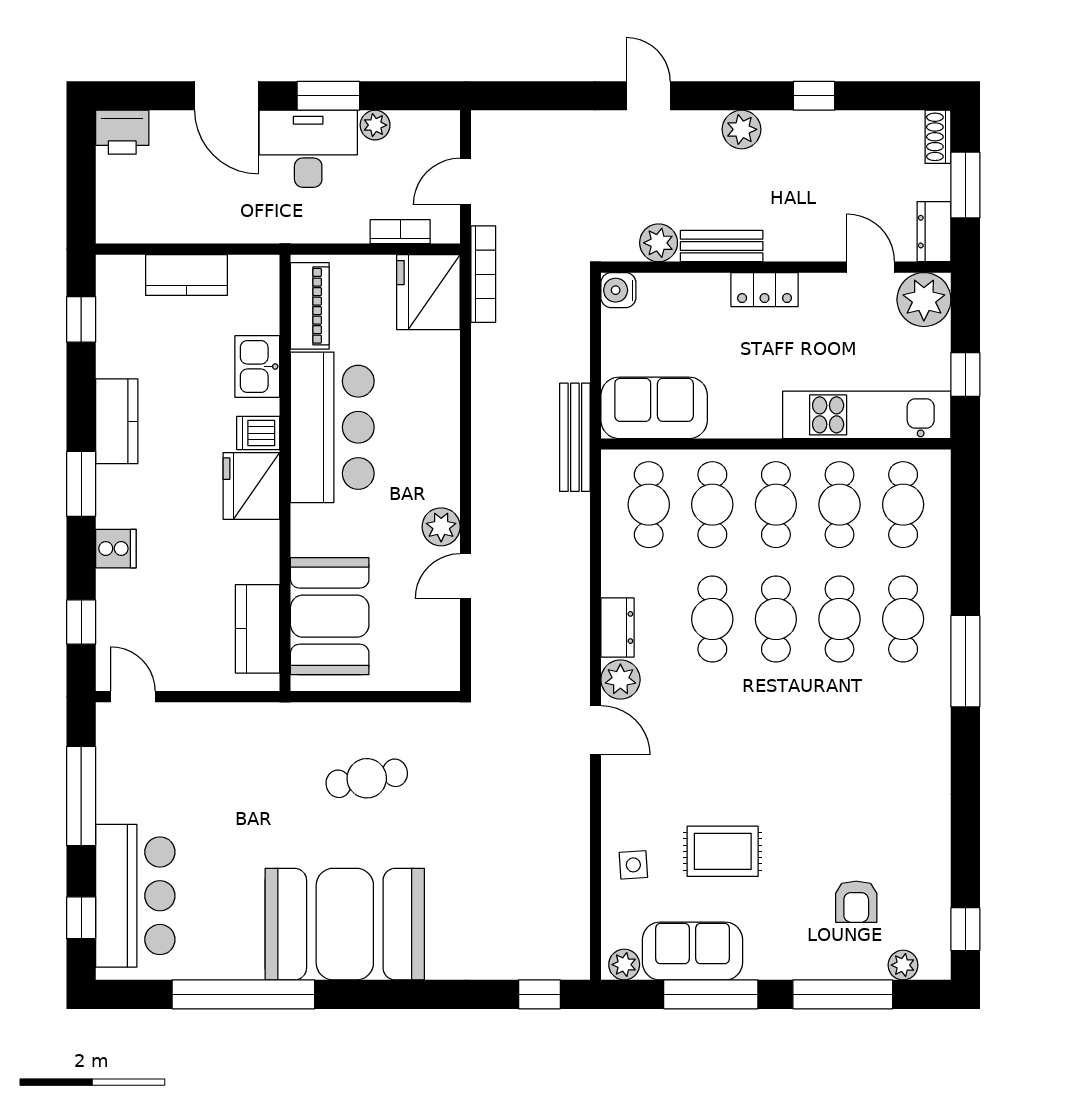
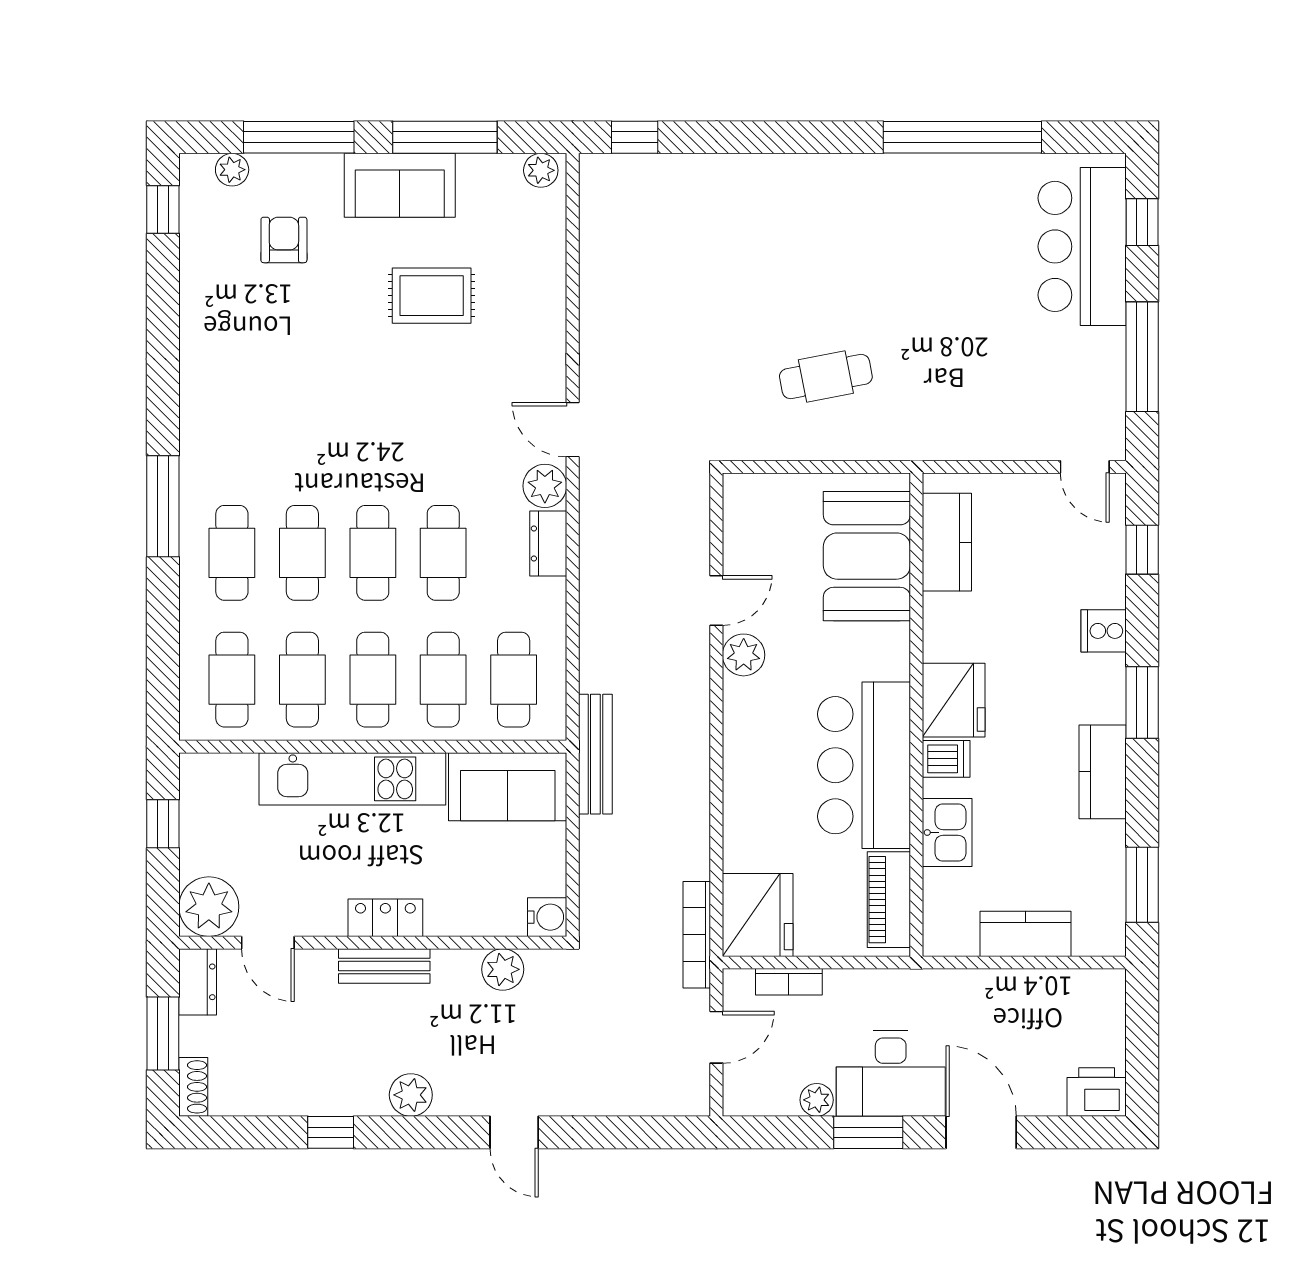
bench: (722, 246) -> (384, 966), moved
window: (81, 319) -> (1142, 885), width x1.50
kitchen unit: (867, 415) -> (352, 779), moved
side table: (633, 865) -> (531, 281), removed
booth: (345, 924) -> (850, 215), removed
sofa: (693, 951) -> (400, 185), moved

